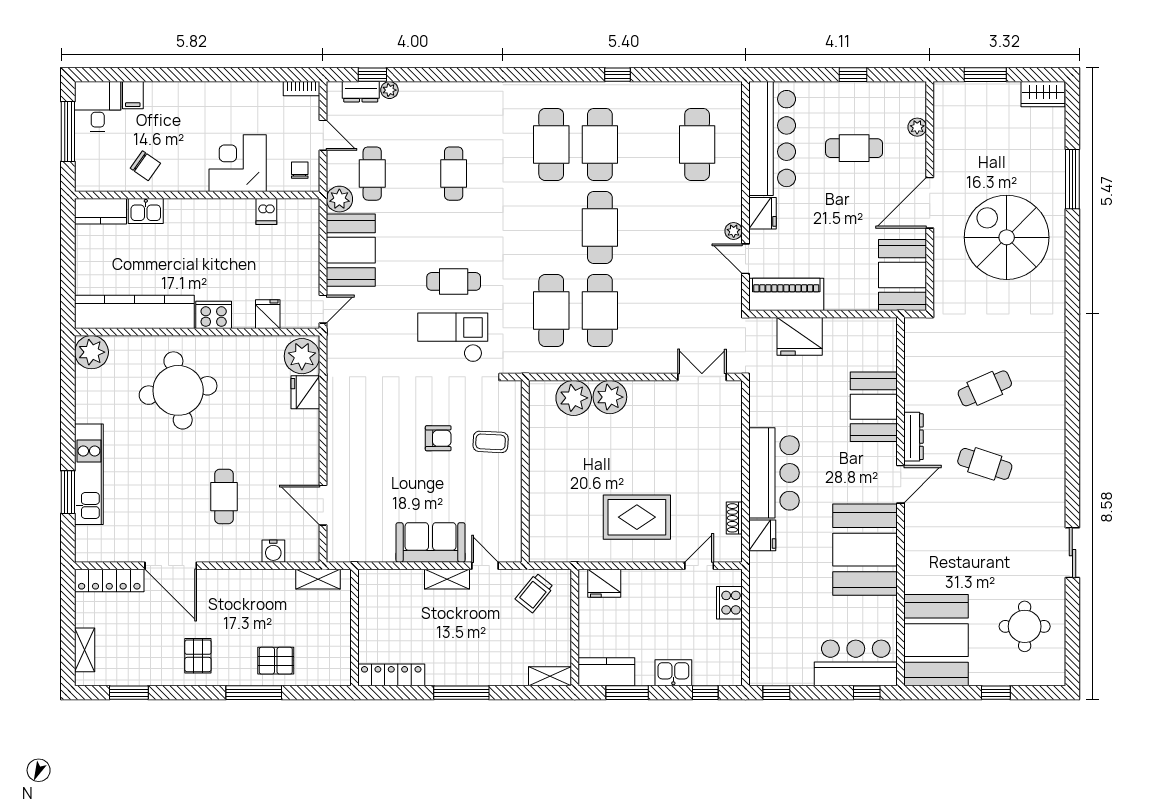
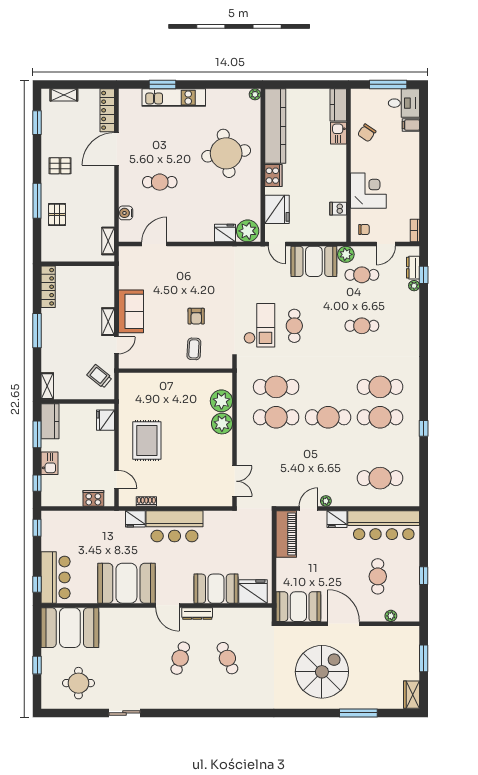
fridge: (268, 314) -> (277, 209), width x1.88, depth x1.34
fridge: (800, 336) -> (253, 591), moved, turned 90
plant: (92, 352) -> (255, 94), width x0.53, depth x0.53

